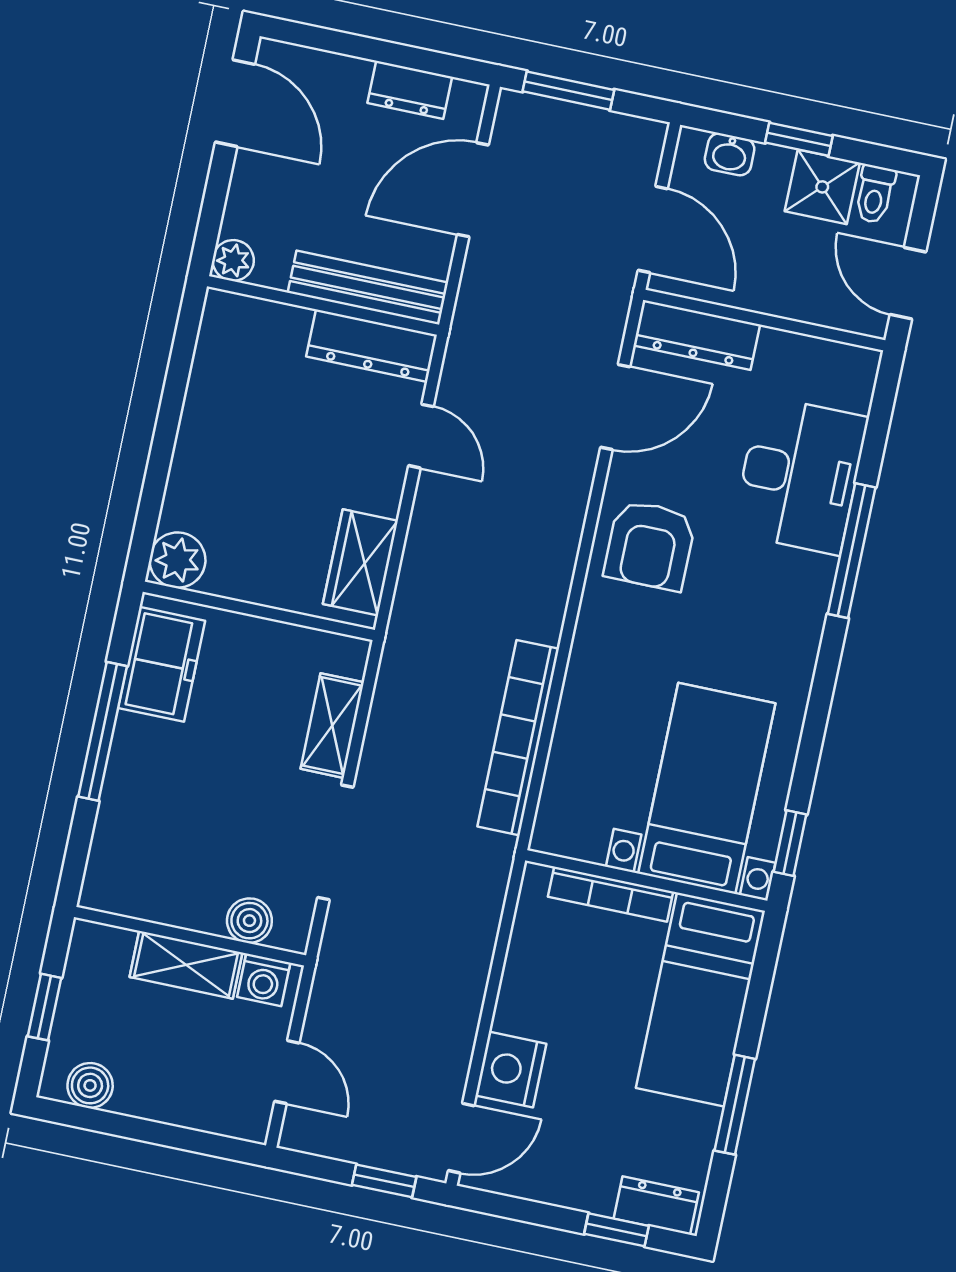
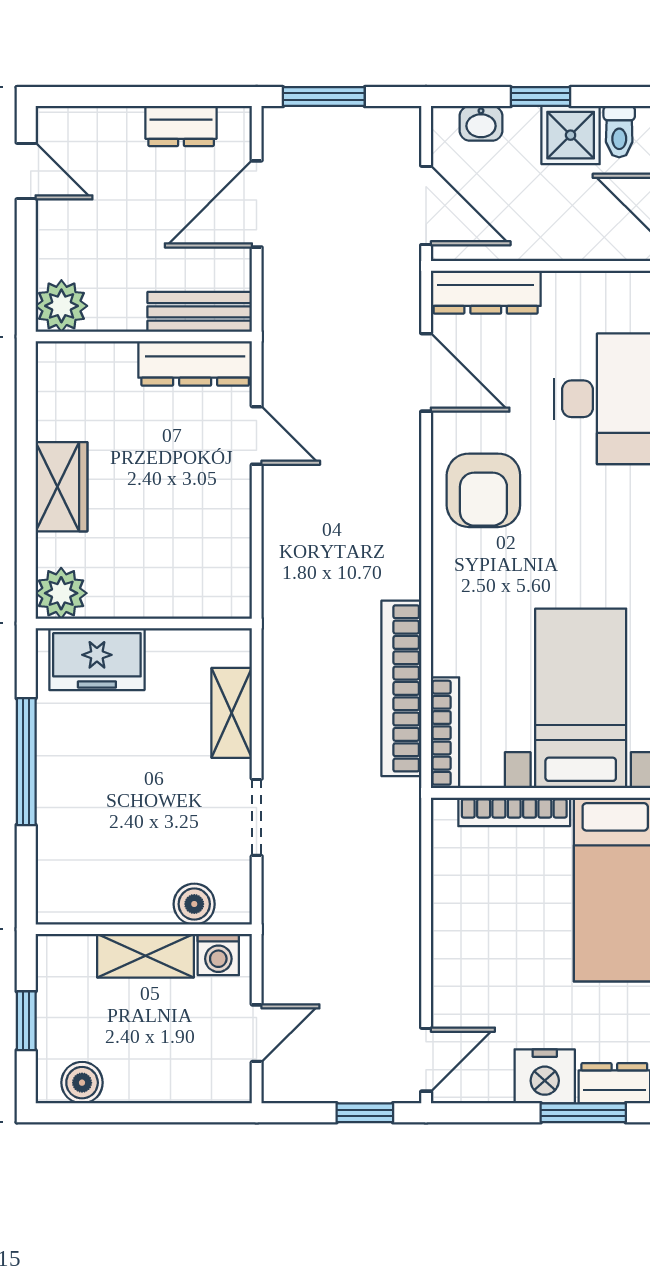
door: (235, 103) -> (26, 171), width x0.73
plant: (233, 260) -> (61, 306), width x1.38, depth x1.38
bench: (368, 288) -> (200, 312), width x0.73
door: (615, 407) -> (426, 372), hinge flipped
wardrobe: (360, 562) -> (61, 487), moved, turned 180
freezer: (162, 664) -> (97, 659), moved, turned 90
bookcase: (555, 795) -> (445, 733), added
doorway: (335, 842) -> (257, 817), width x0.73
nightstand: (511, 1070) -> (545, 1076), moved, turned -90
door: (287, 1072) -> (257, 1033), hinge flipped
window: (617, 1230) -> (583, 1113), width x1.50

